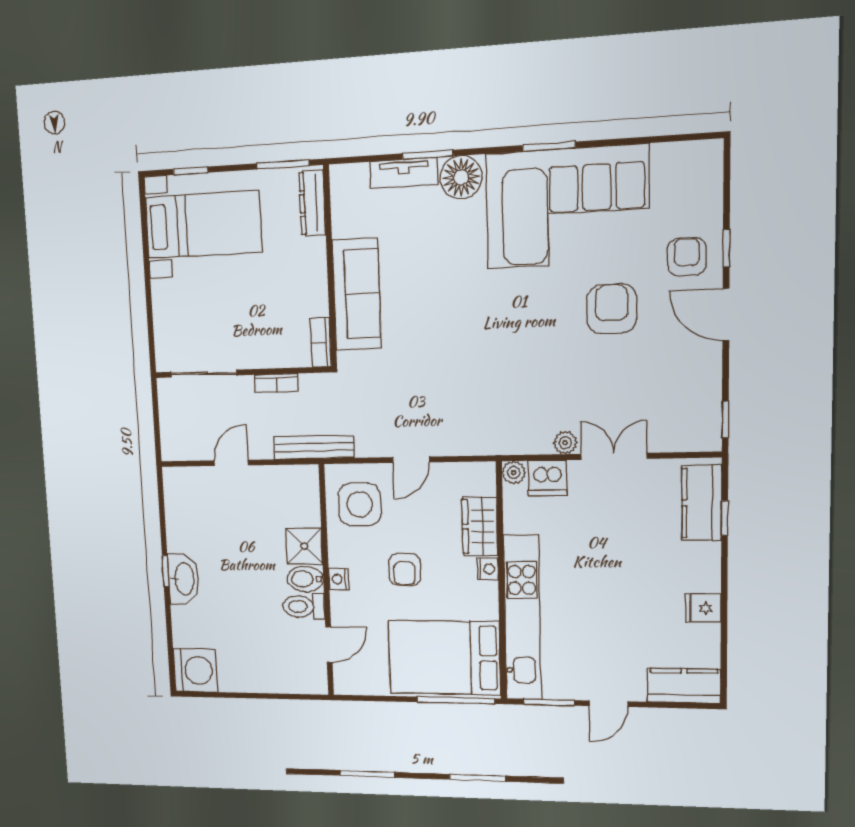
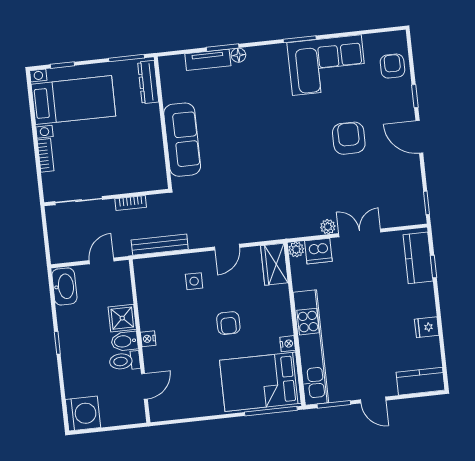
floor lamp: (461, 177) -> (238, 55), width x0.53, depth x0.53
corner sofa: (567, 207) -> (327, 65), width x0.73, depth x0.74
armchair: (687, 257) -> (392, 66), moved
bookcase: (321, 343) -> (46, 155), moved, turned 180
side table: (360, 504) -> (194, 281), width x0.54, depth x0.54
wardrobe: (480, 526) -> (274, 264), moved
shower: (304, 546) -> (122, 318), moved
nightstand: (488, 569) -> (288, 344), moved
washbasin: (184, 579) -> (64, 286), moved
bidet: (305, 579) -> (124, 341), moved
nightstand: (339, 579) -> (148, 339), moved
wall: (326, 581) -> (140, 341), moved
toilet: (304, 606) -> (125, 361), moved
door: (329, 645) -> (144, 386), moved
door: (609, 704) -> (373, 400), hinge flipped

